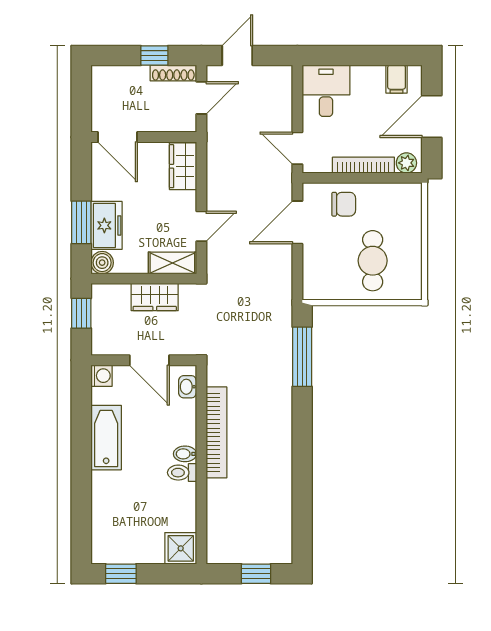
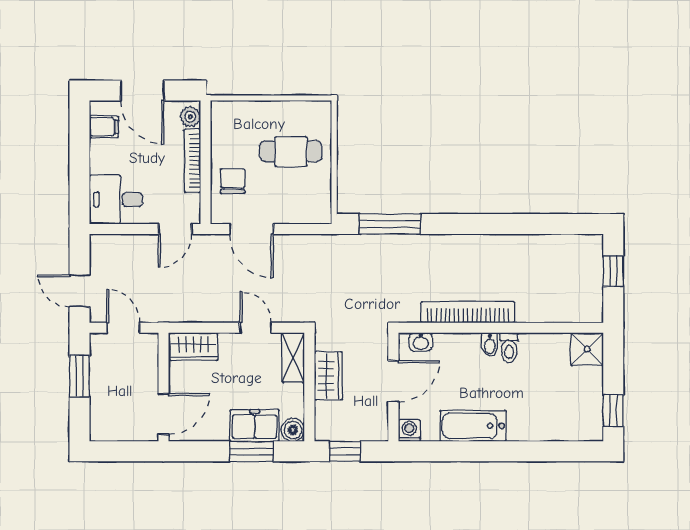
window: (154, 55) -> (80, 376), width x1.50
shoe rack: (173, 73) -> (98, 357), removed

